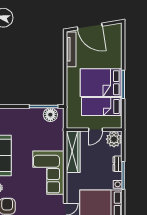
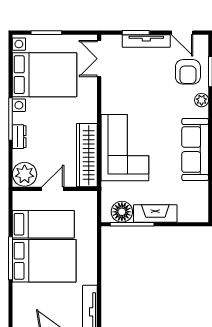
fireplace: (28, 114) -> (155, 213), added
corner sofa: (48, 173) -> (125, 148), moved

